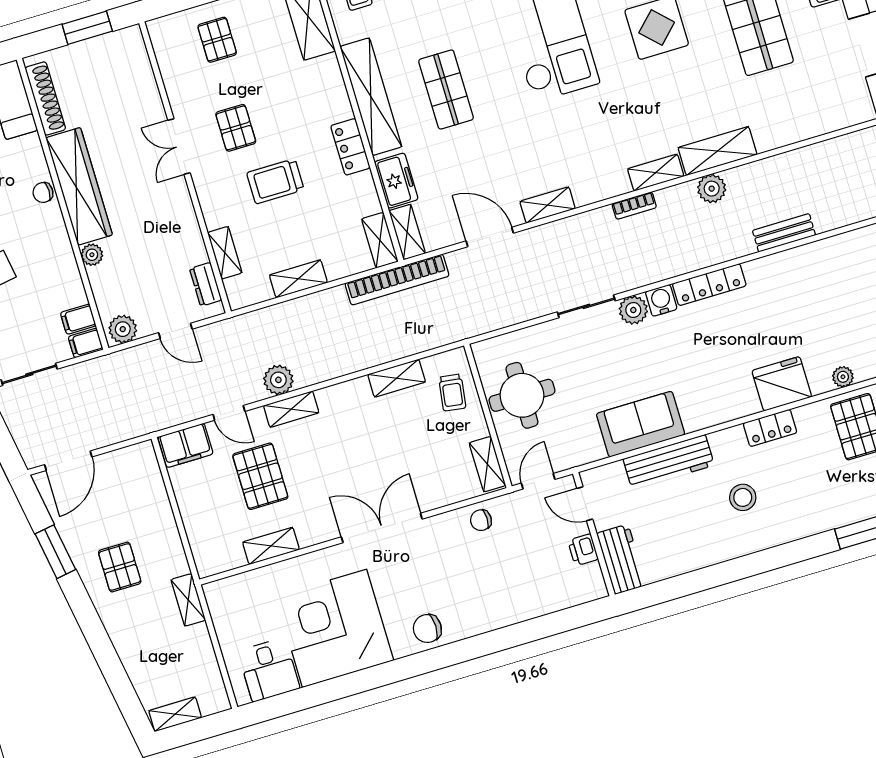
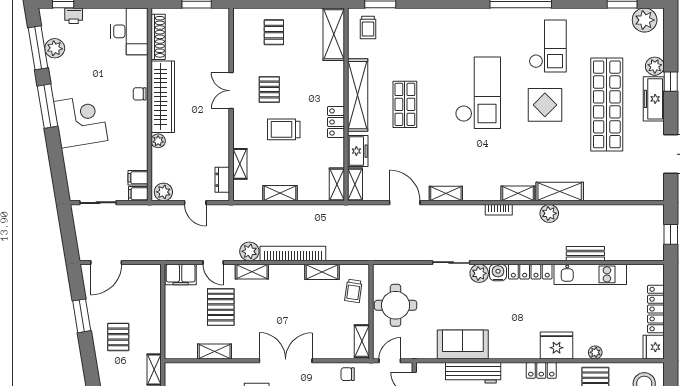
kitchen unit: (801, 262) -> (590, 274), added
bookcase: (397, 280) -> (293, 253), moved, turned 180

